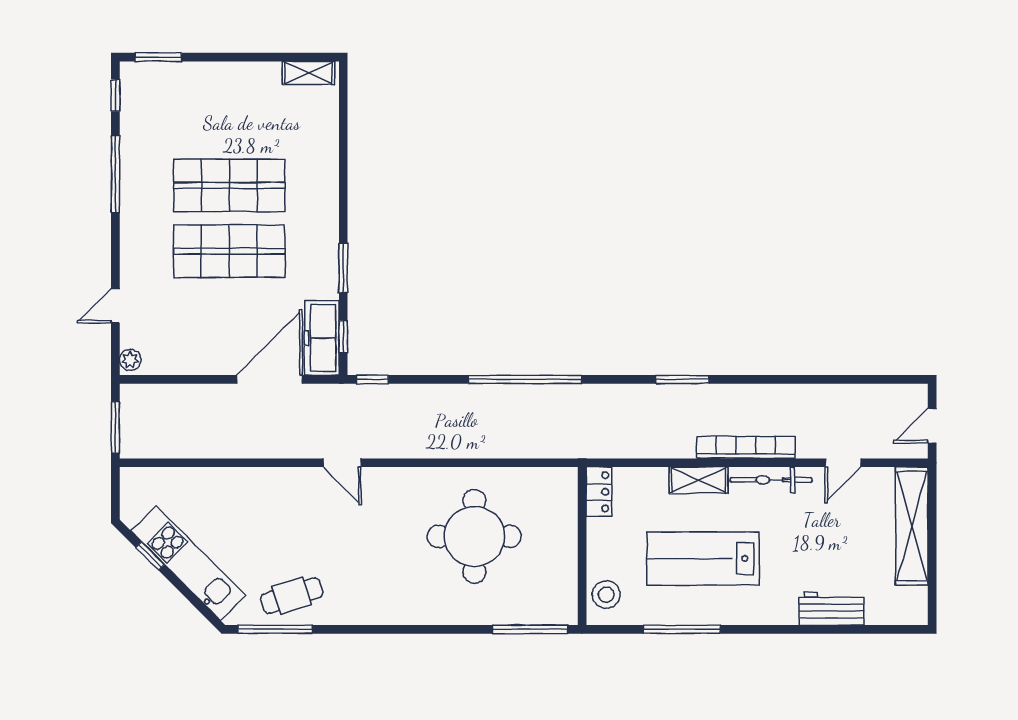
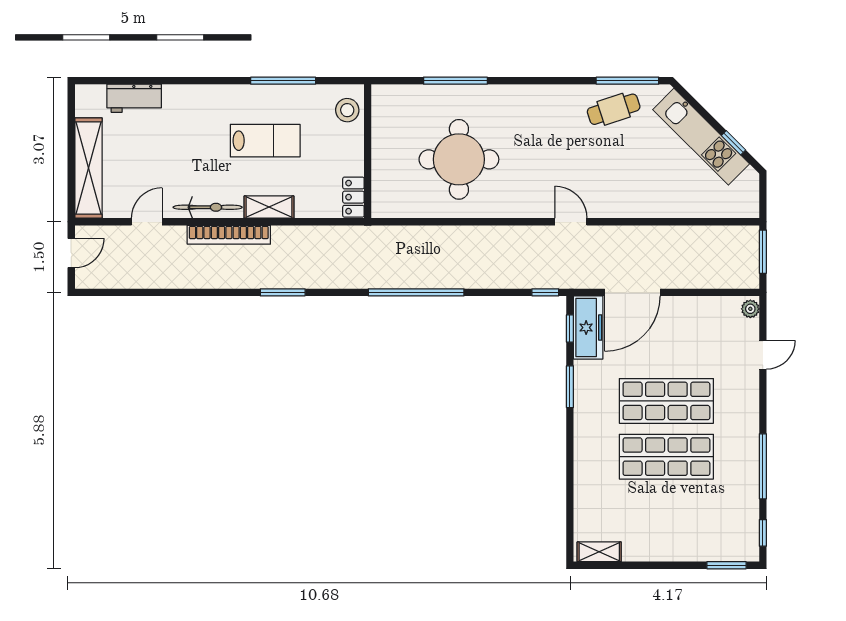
lab bench: (703, 558) -> (265, 141), width x0.73, depth x0.72
workbench: (831, 609) -> (134, 98), moved
window: (530, 629) -> (455, 81), moved

